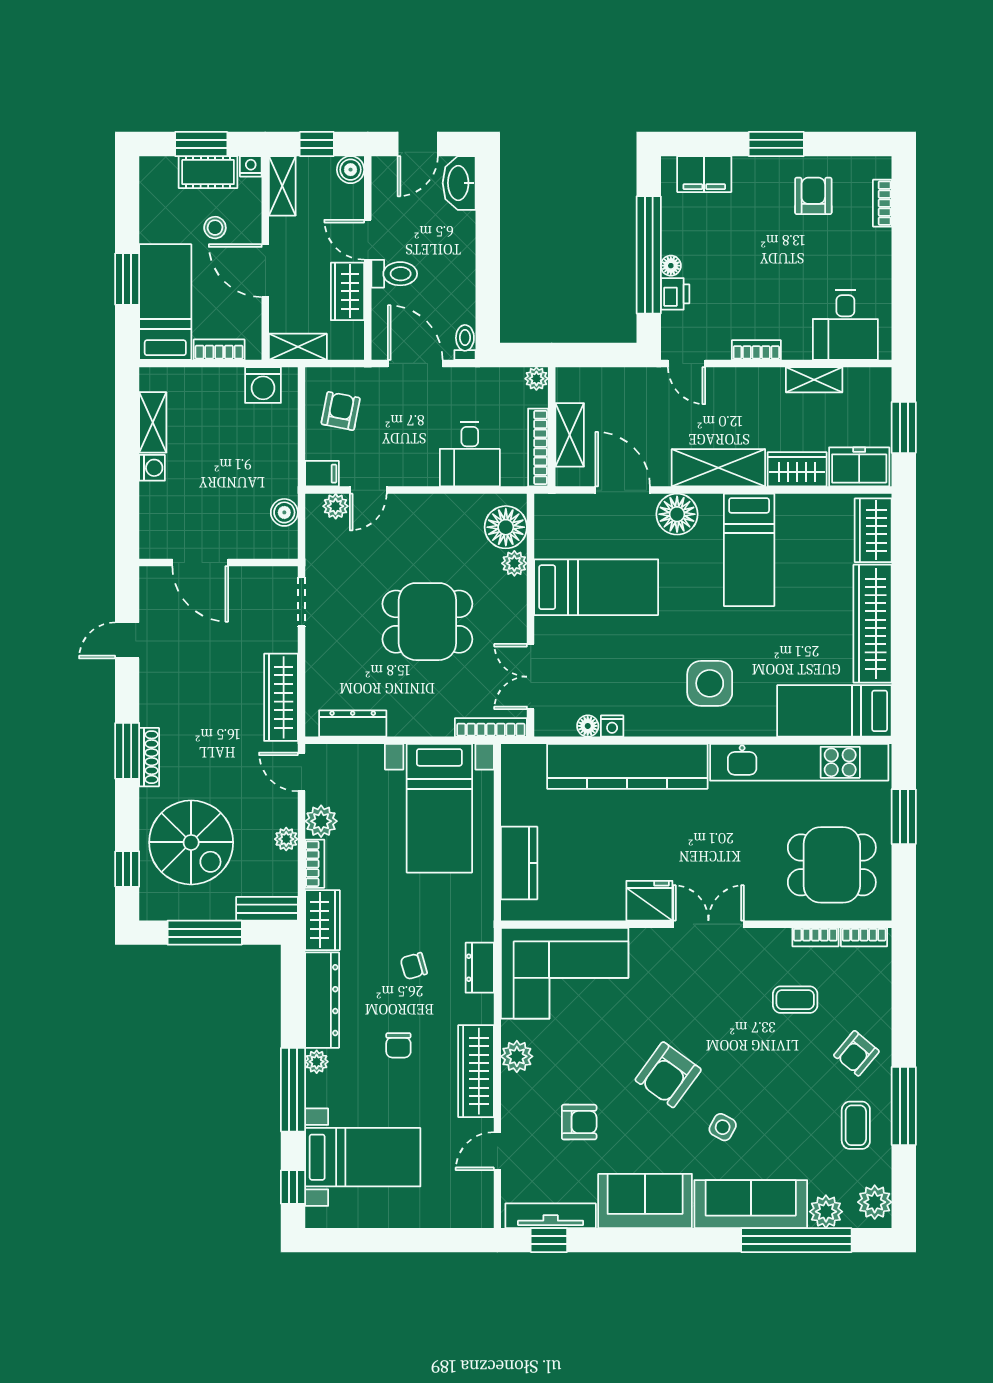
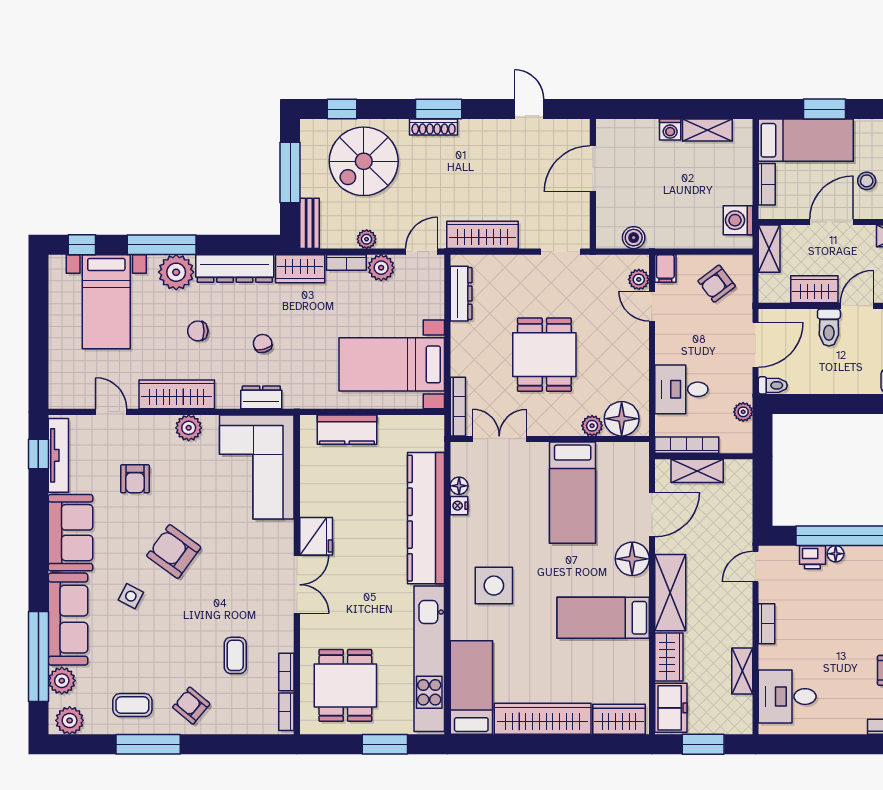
plant: (536, 379) -> (743, 412), moved
armchair: (341, 411) -> (717, 284), turned 132
plant: (317, 1062) -> (176, 272), width x1.88, depth x1.88

